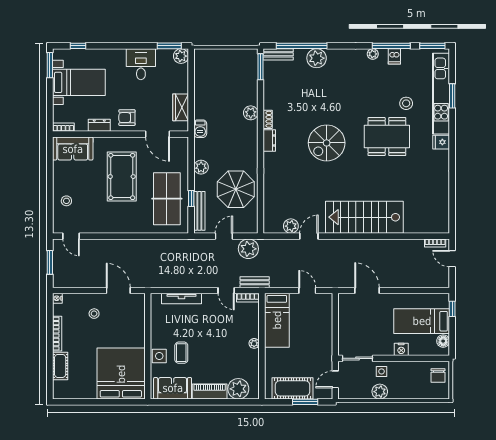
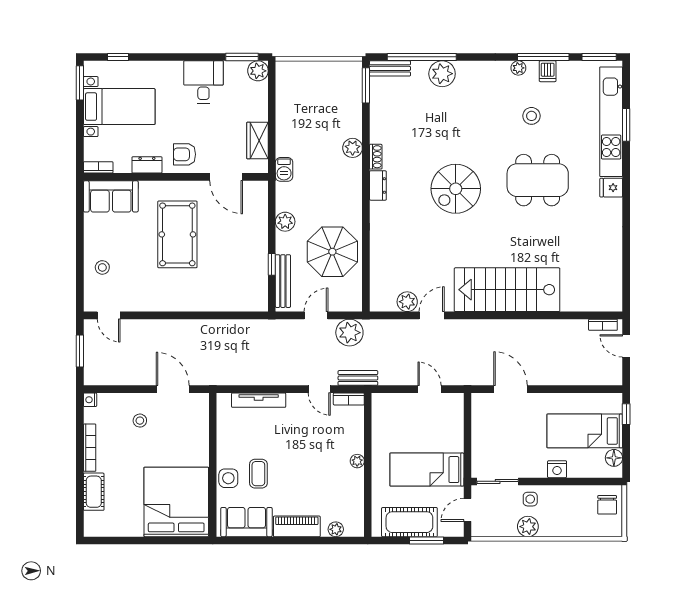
stool: (406, 103) -> (531, 116), moved
table tennis table: (167, 199) -> (239, 265), removed
bed: (277, 320) -> (427, 470), moved, turned 90
plant: (238, 389) -> (336, 529), width x0.53, depth x0.53

